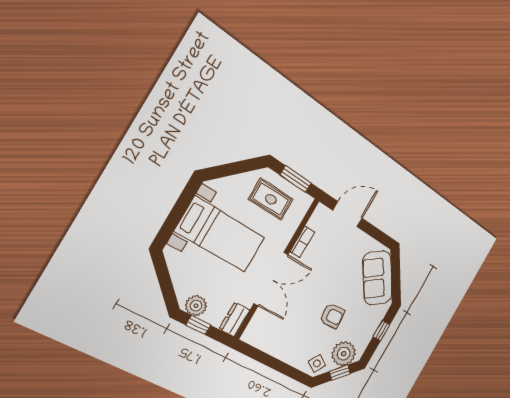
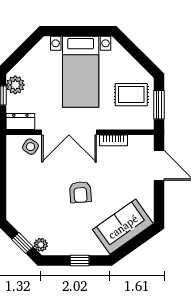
rug: (271, 199) -> (131, 95), turned 90
armchair: (332, 316) -> (80, 192), moved
plant: (344, 354) -> (41, 245), width x0.53, depth x0.53
side table: (317, 363) -> (31, 147), moved

